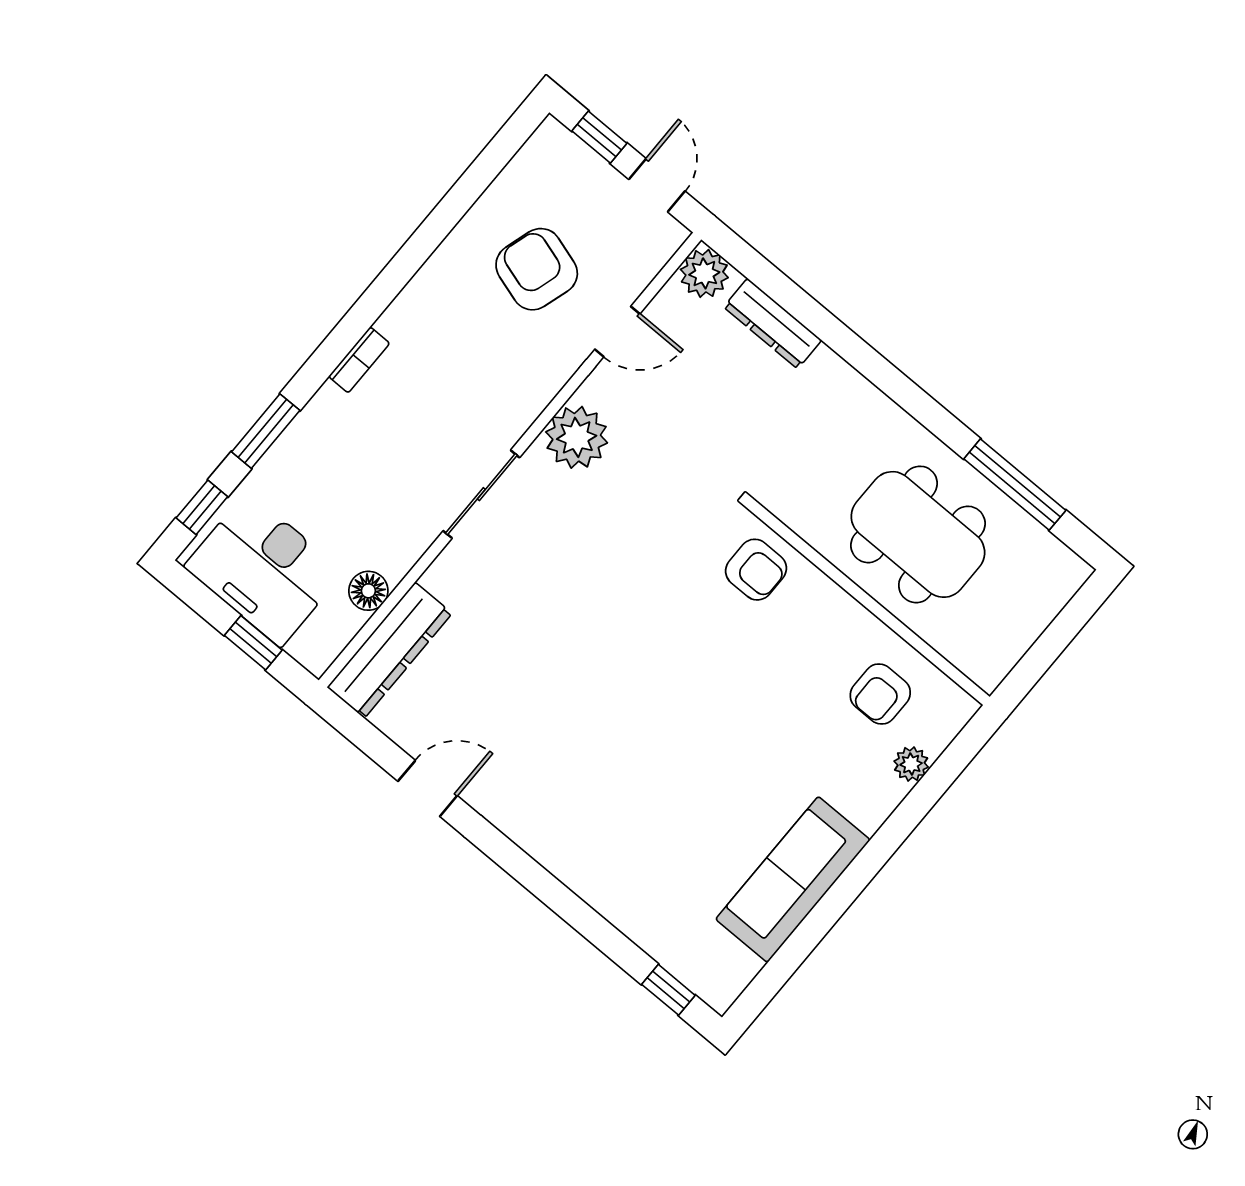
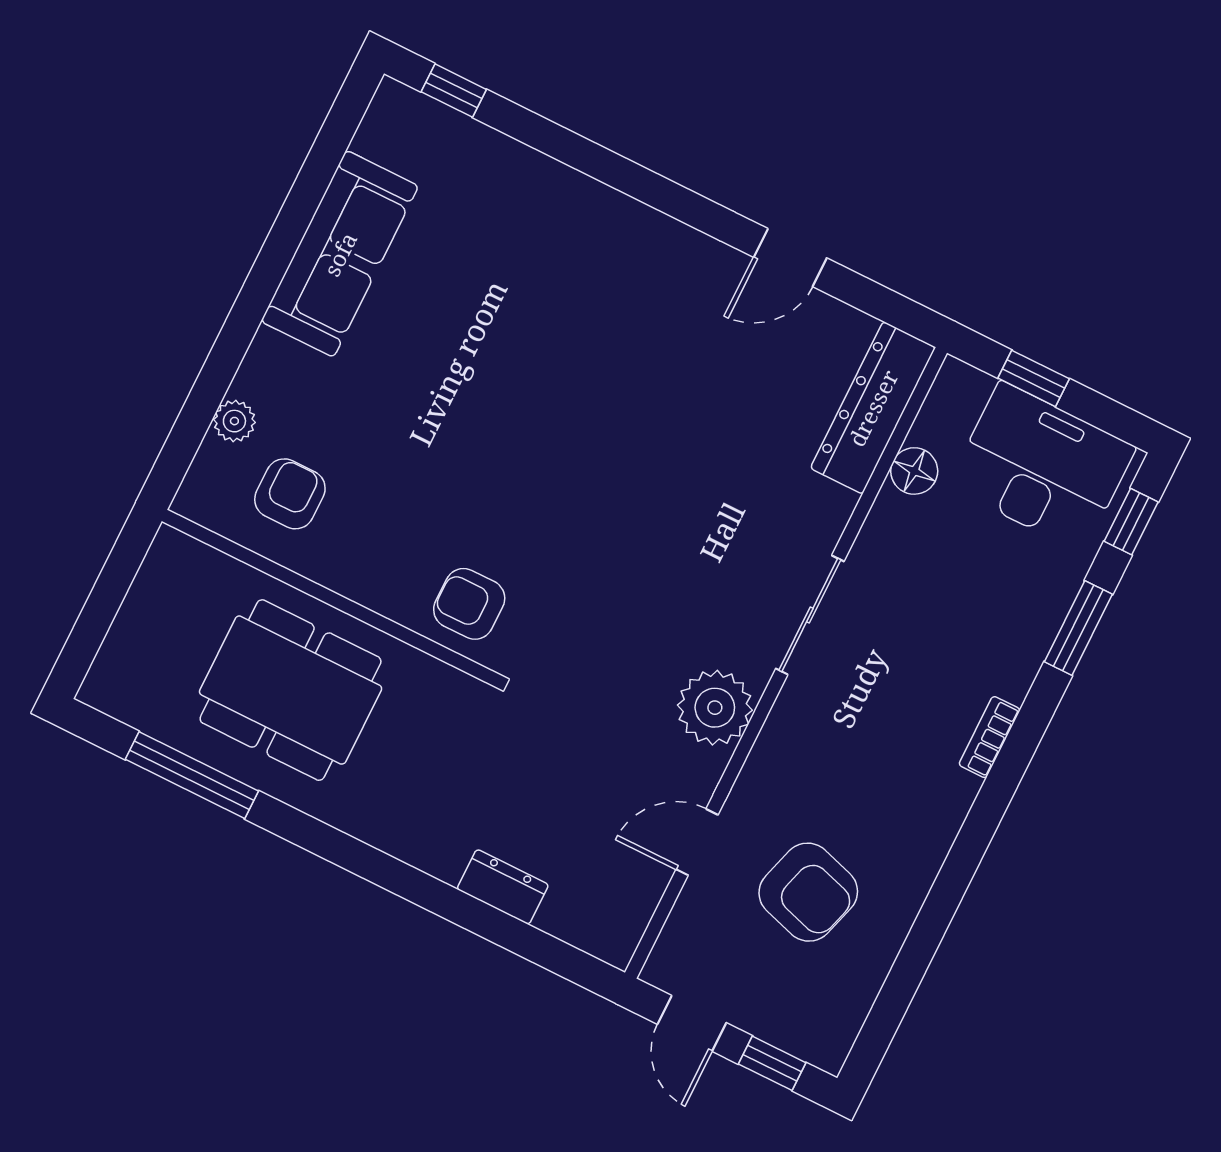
plant: (704, 273) -> (612, 934), removed
dresser: (773, 324) -> (503, 887), width x0.70

